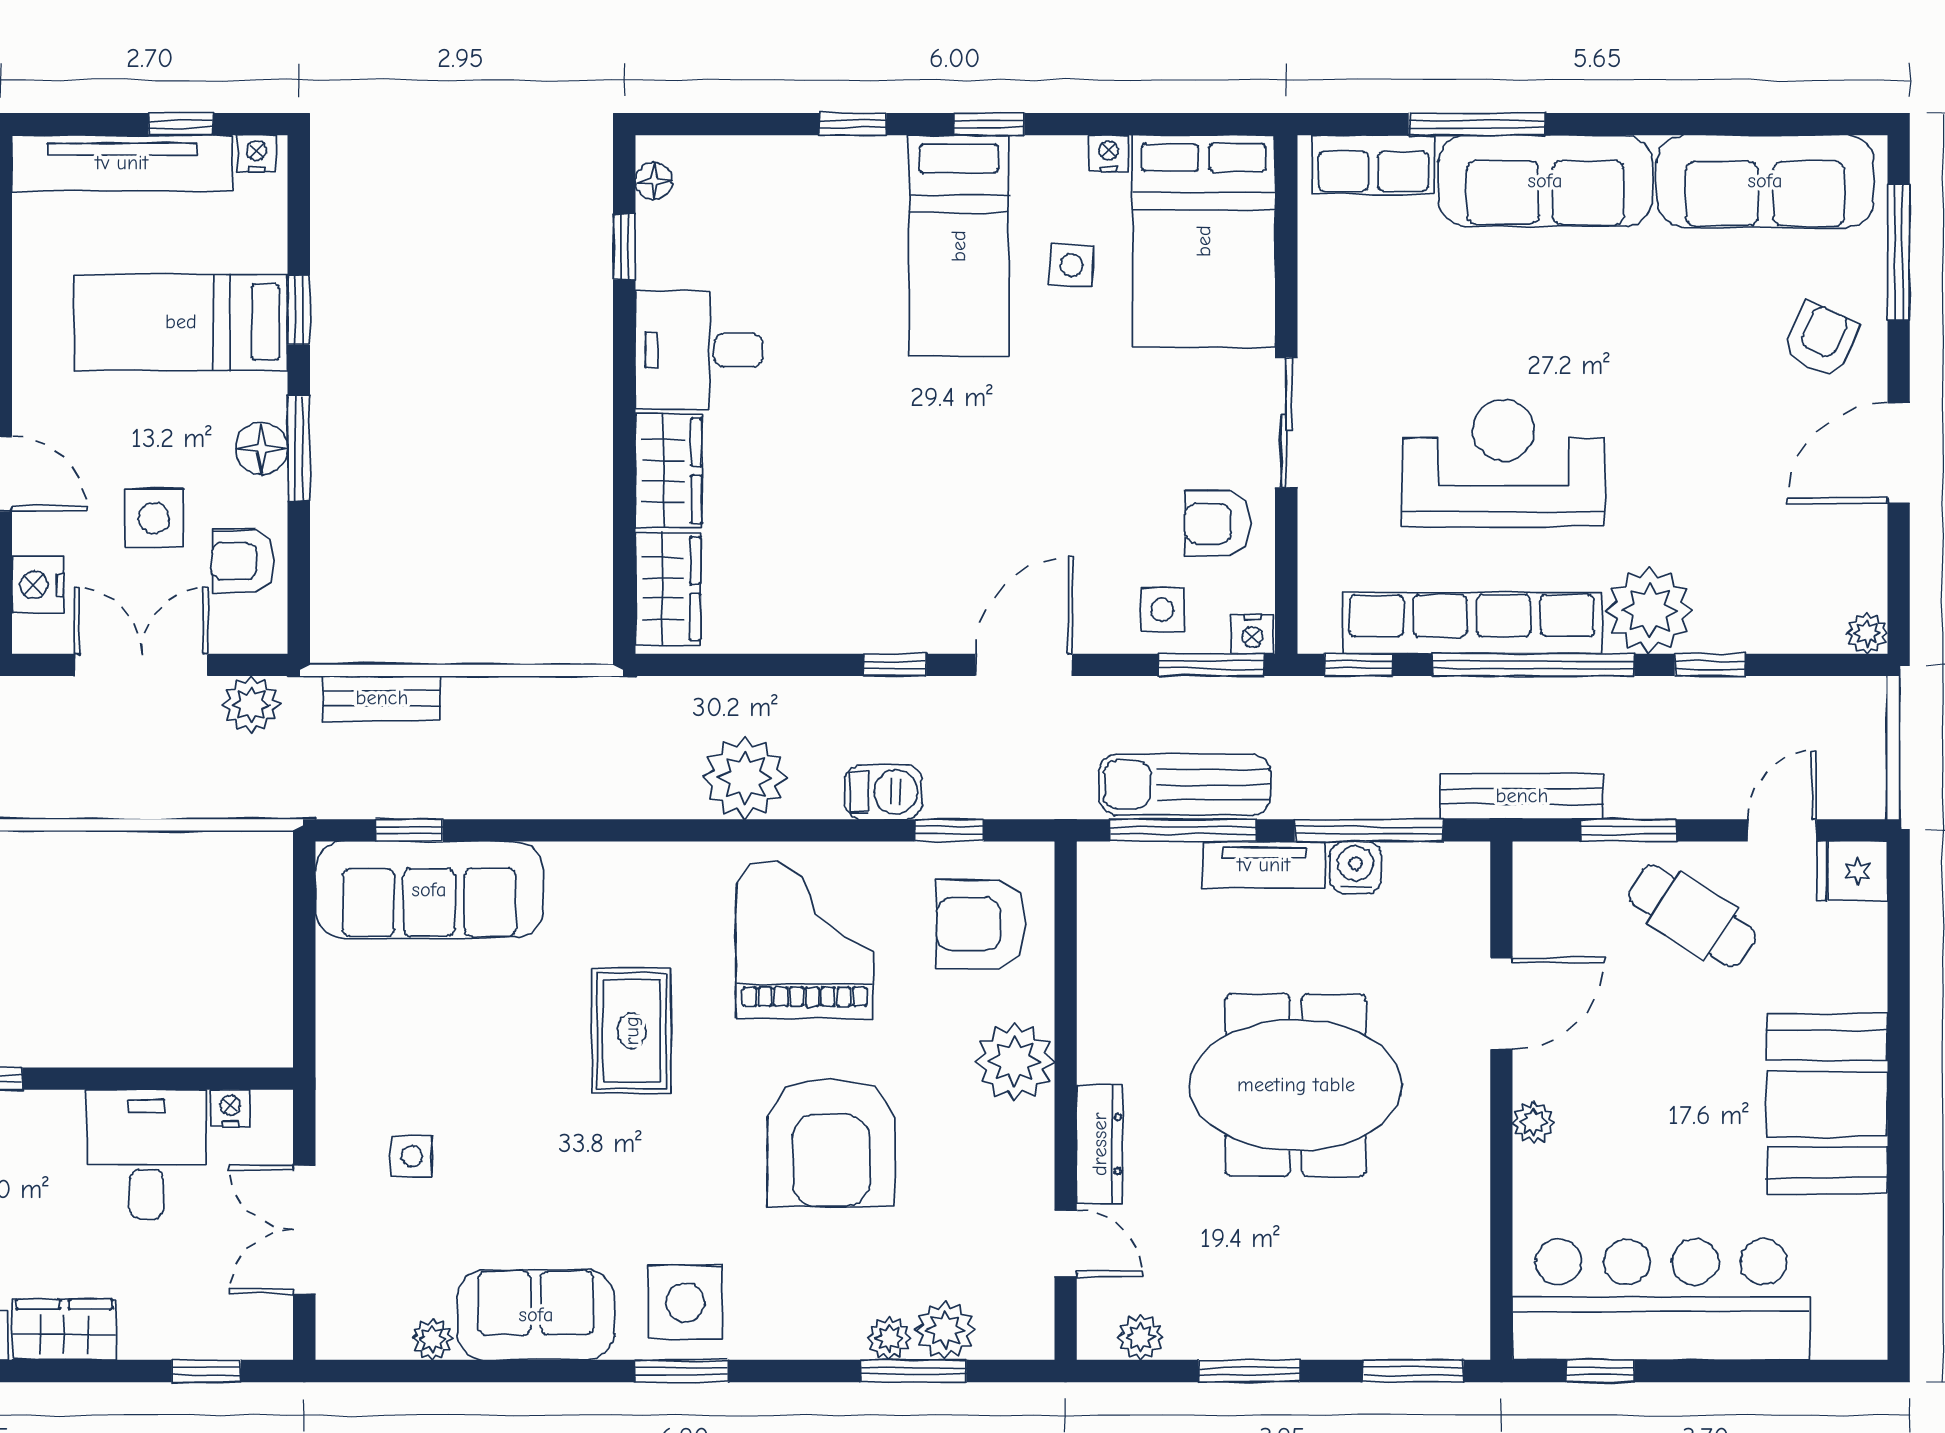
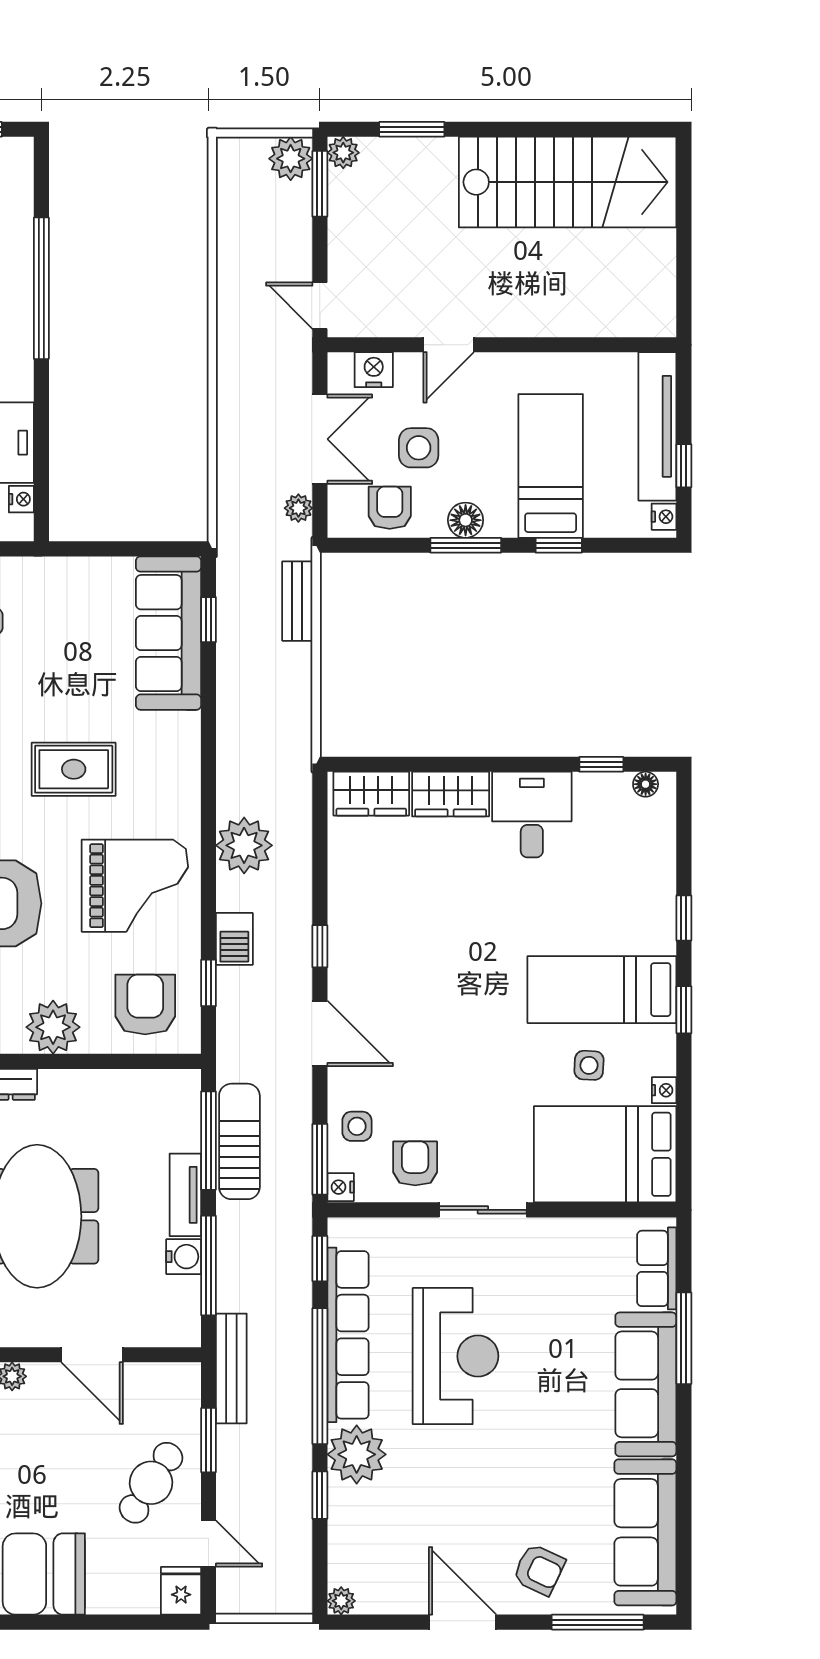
plant: (251, 705) -> (298, 508), width x0.73, depth x0.73

